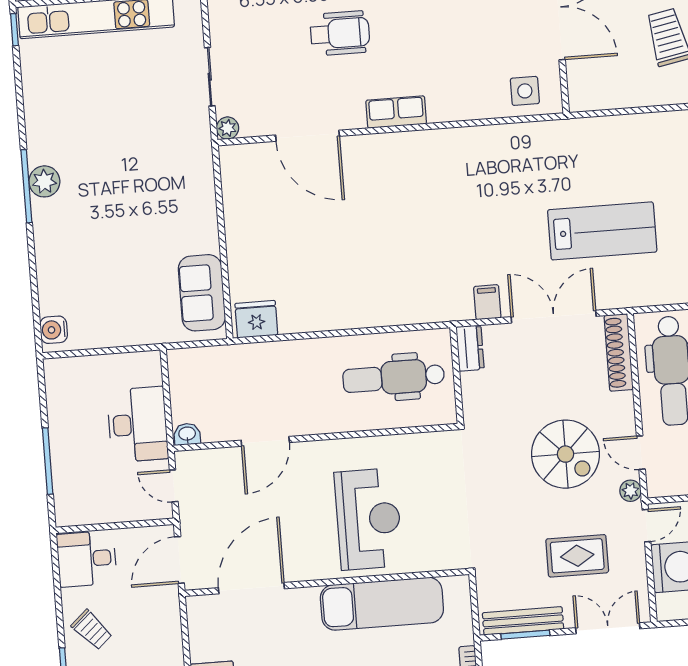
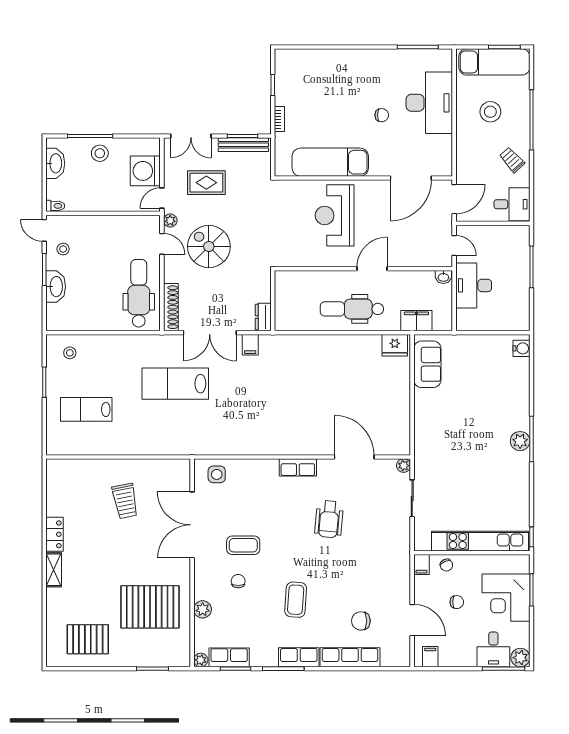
wheelchair: (340, 33) -> (329, 519), turned -85
filing cabinet: (225, 361) -> (416, 321), added
dental chair: (394, 378) -> (352, 309), moved, turned 180
door: (265, 441) -> (372, 269), moved

